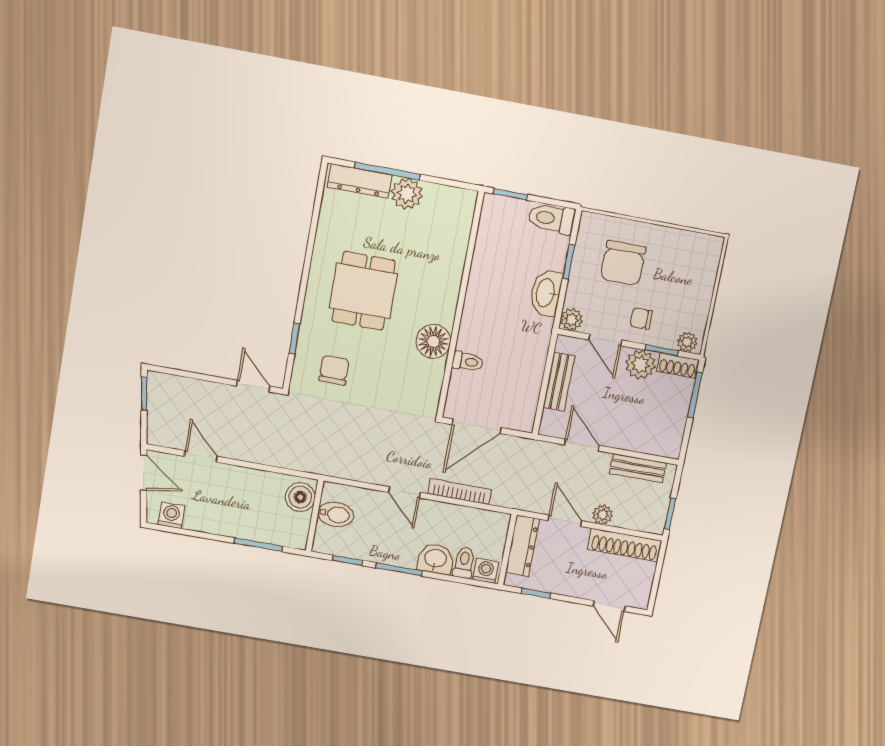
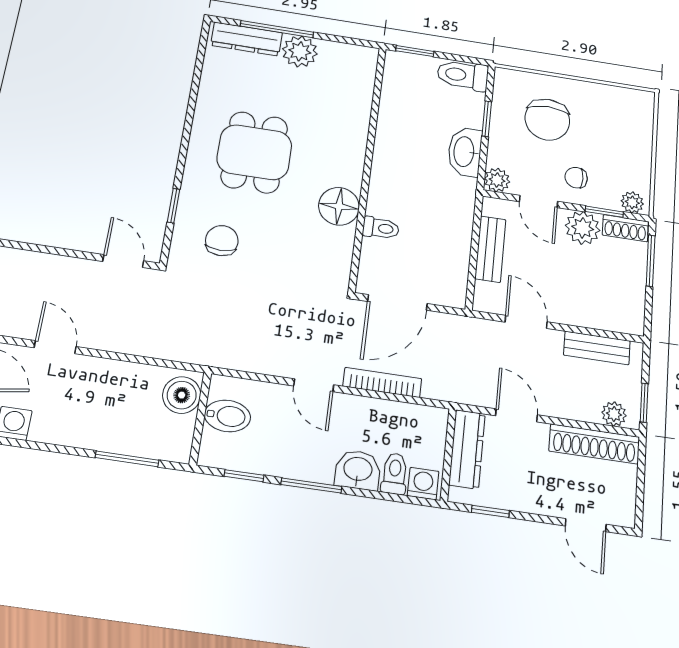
plant: (603, 515) -> (614, 414), moved

